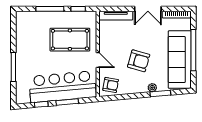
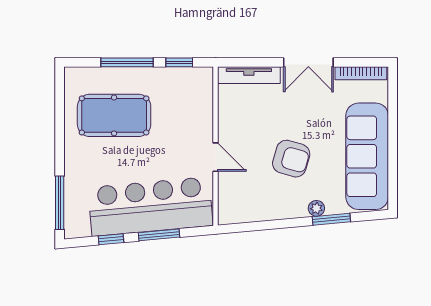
pool table: (70, 40) -> (114, 115), moved
window: (193, 50) -> (393, 139), removed
window: (13, 67) -> (60, 203), moved
armchair: (111, 85) -> (239, 203), removed

